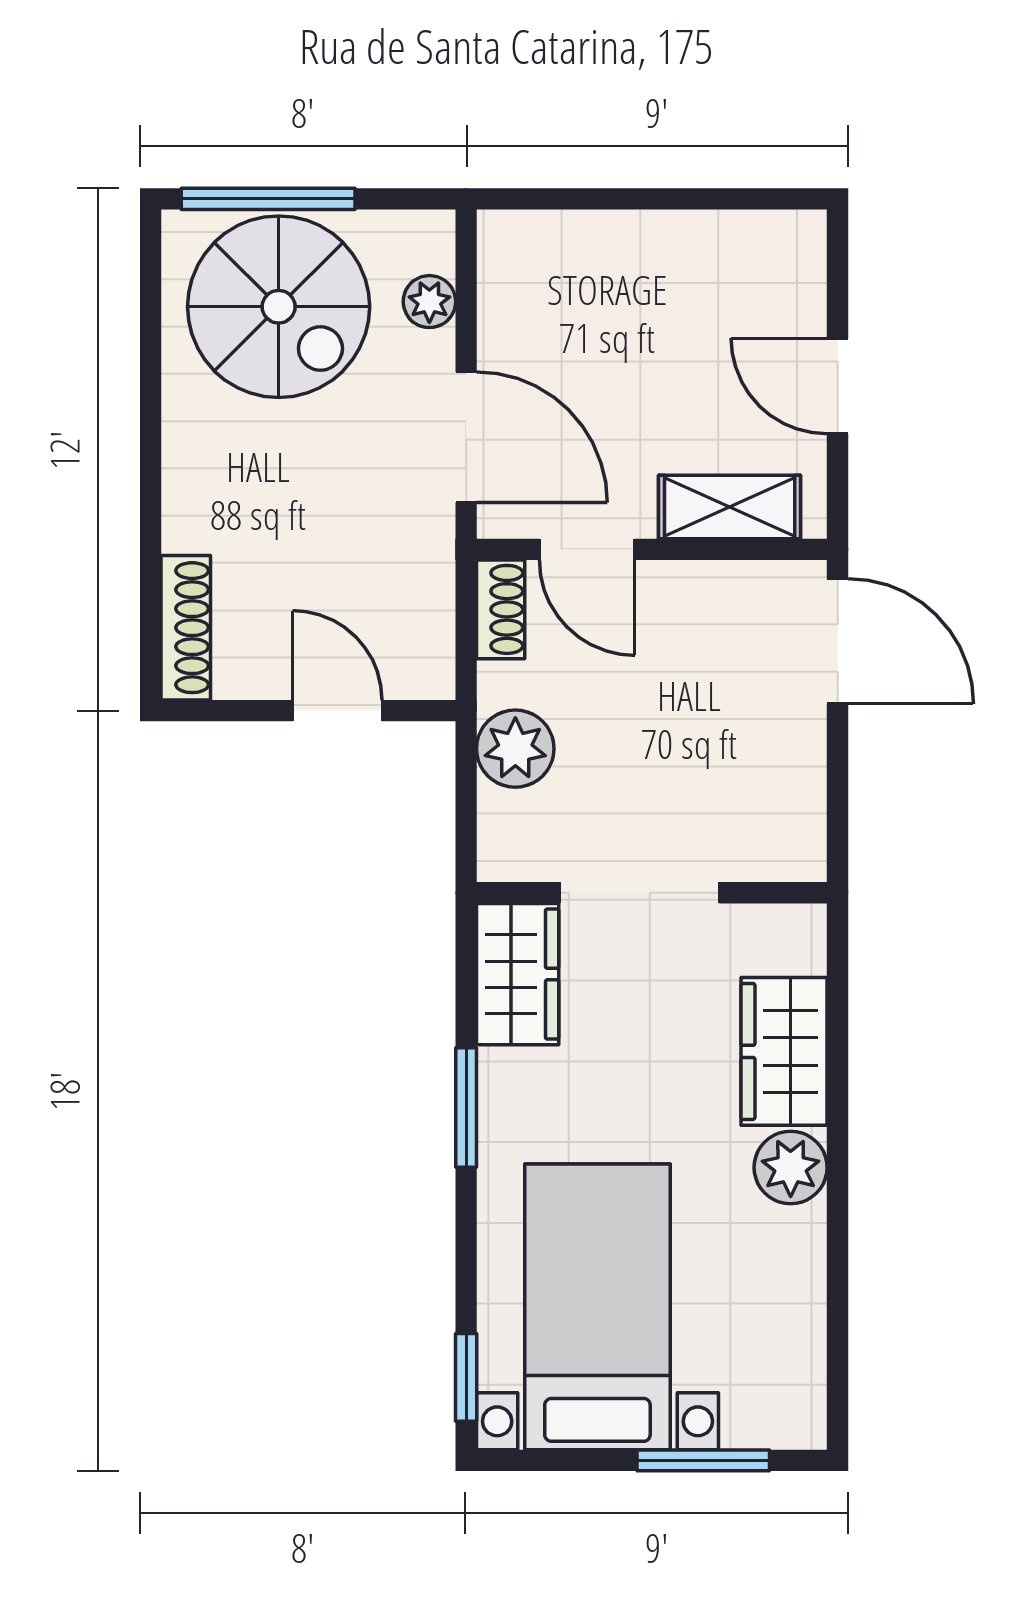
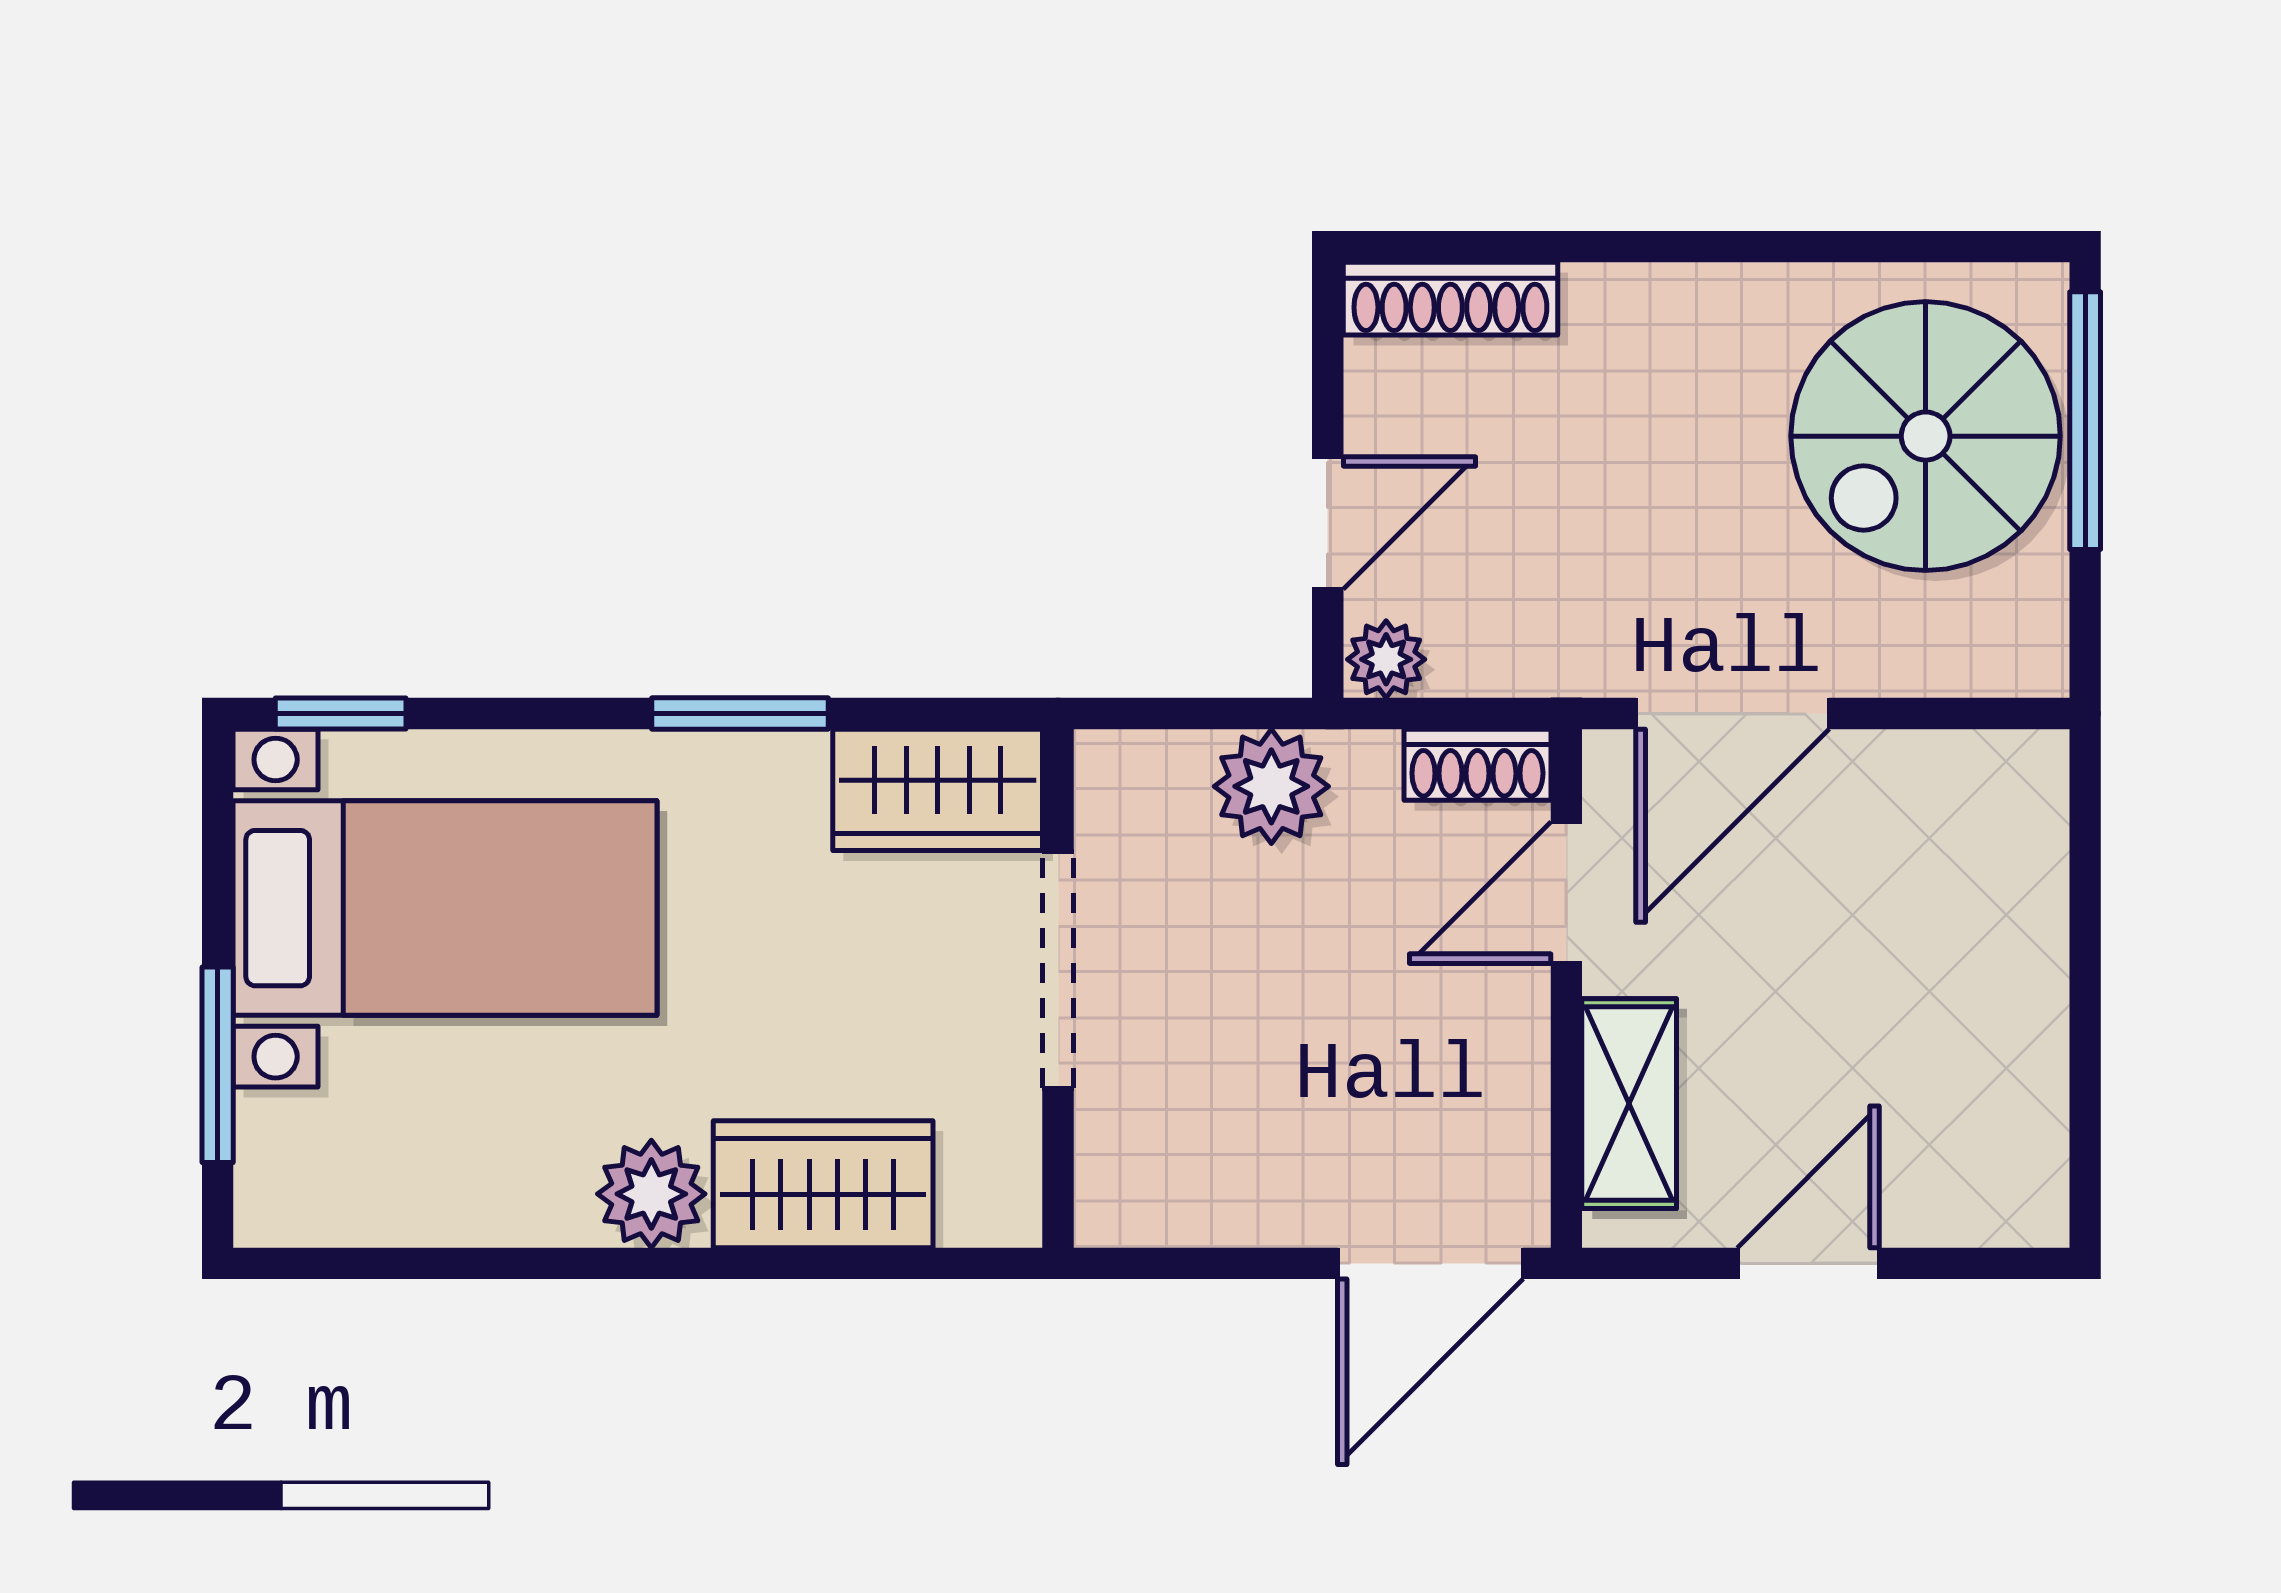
plant: (429, 302) -> (1386, 659), moved

